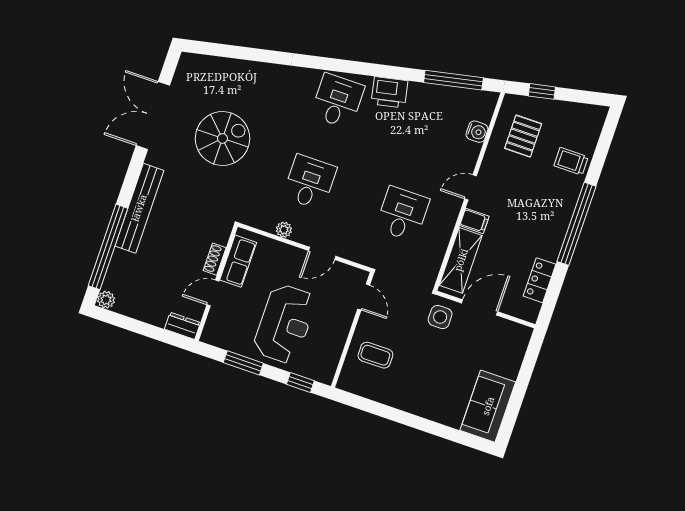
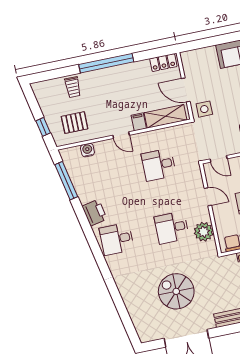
plant: (284, 230) -> (204, 232), width x1.88, depth x1.88
locker: (540, 280) -> (163, 63), moved
door: (364, 297) -> (219, 159), swing flipped

